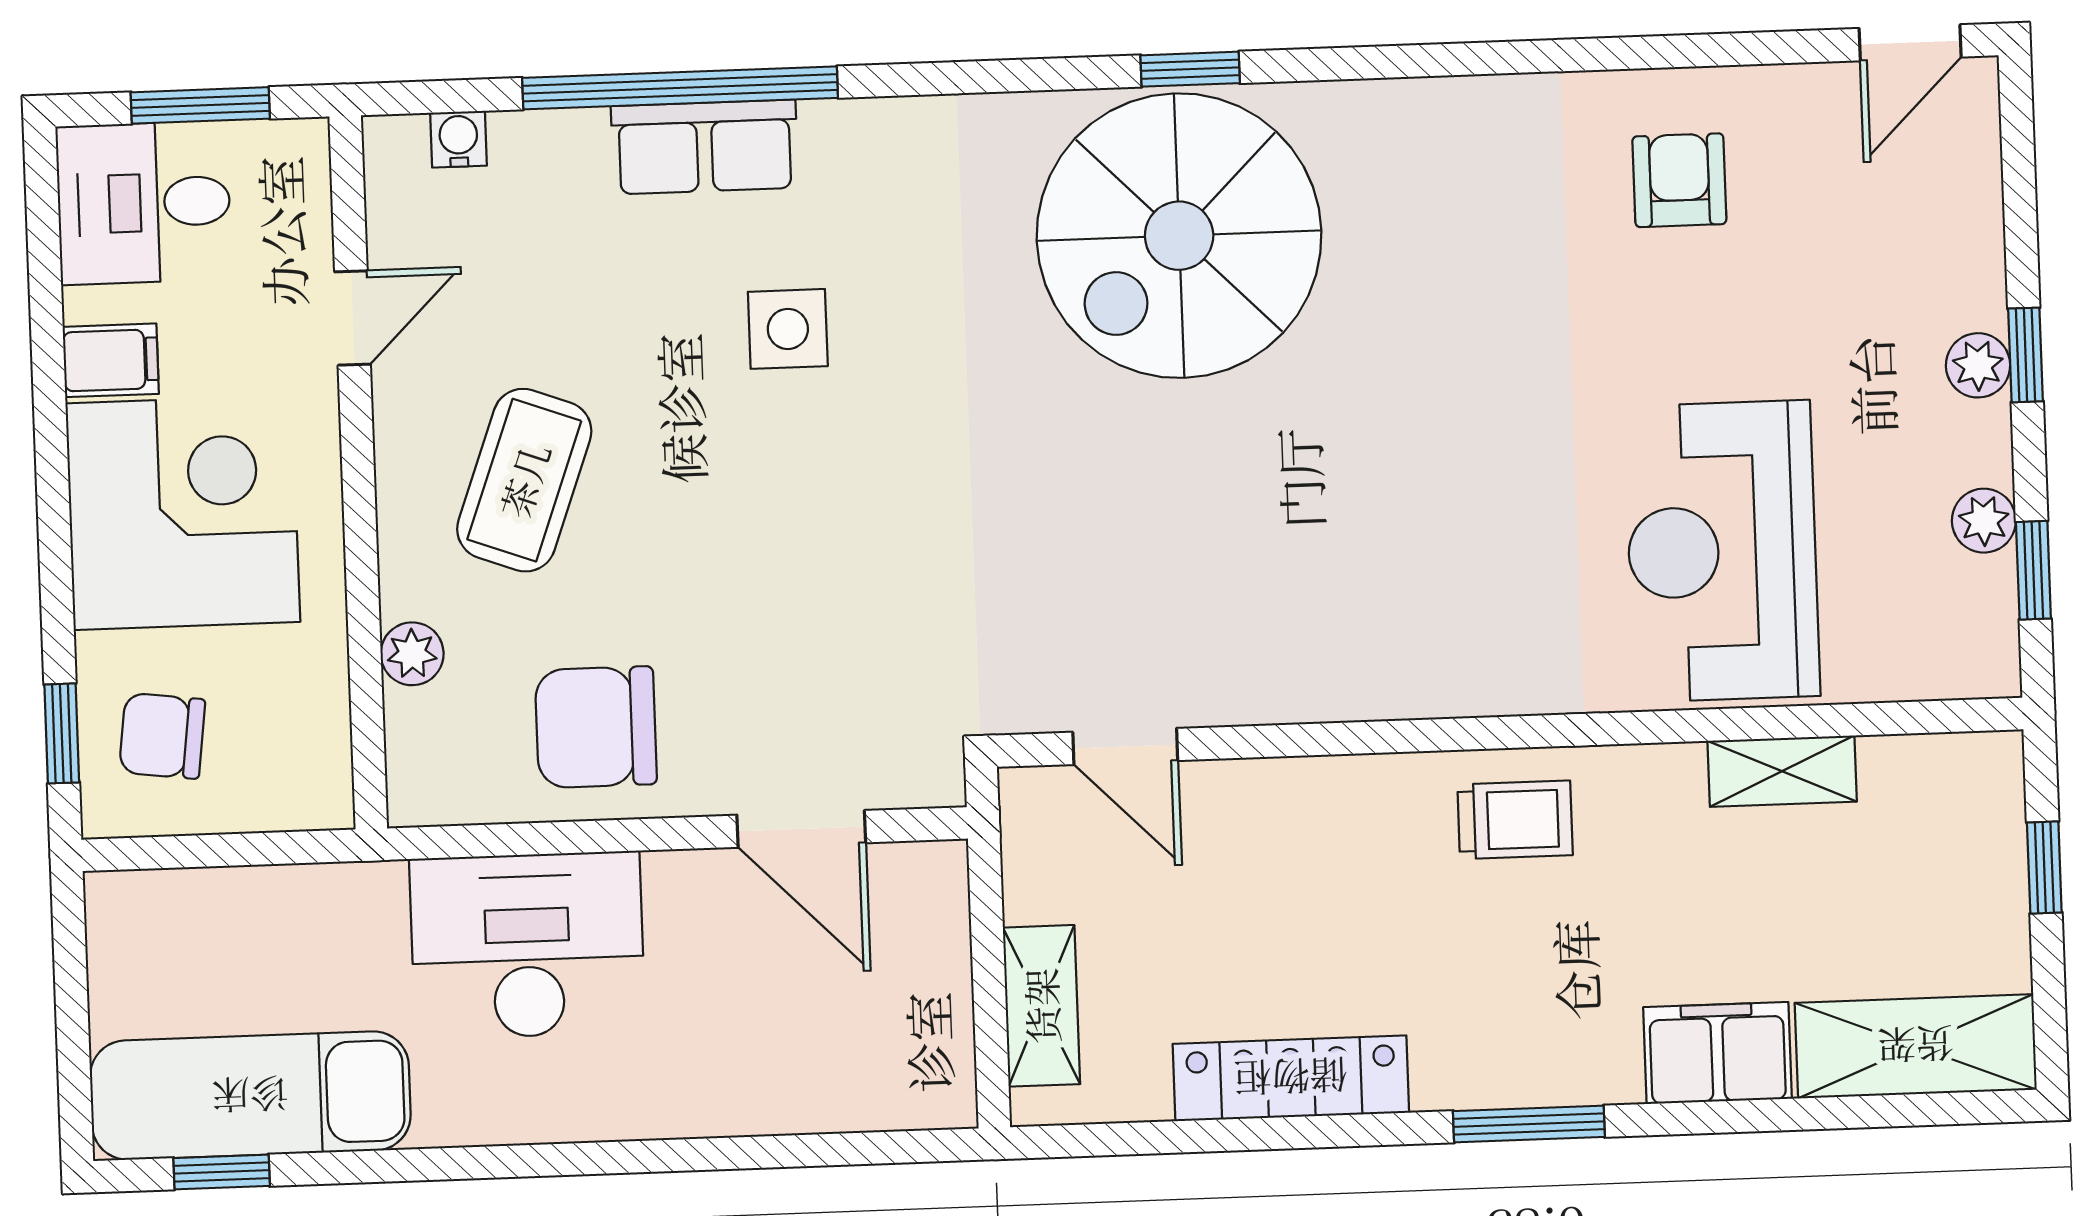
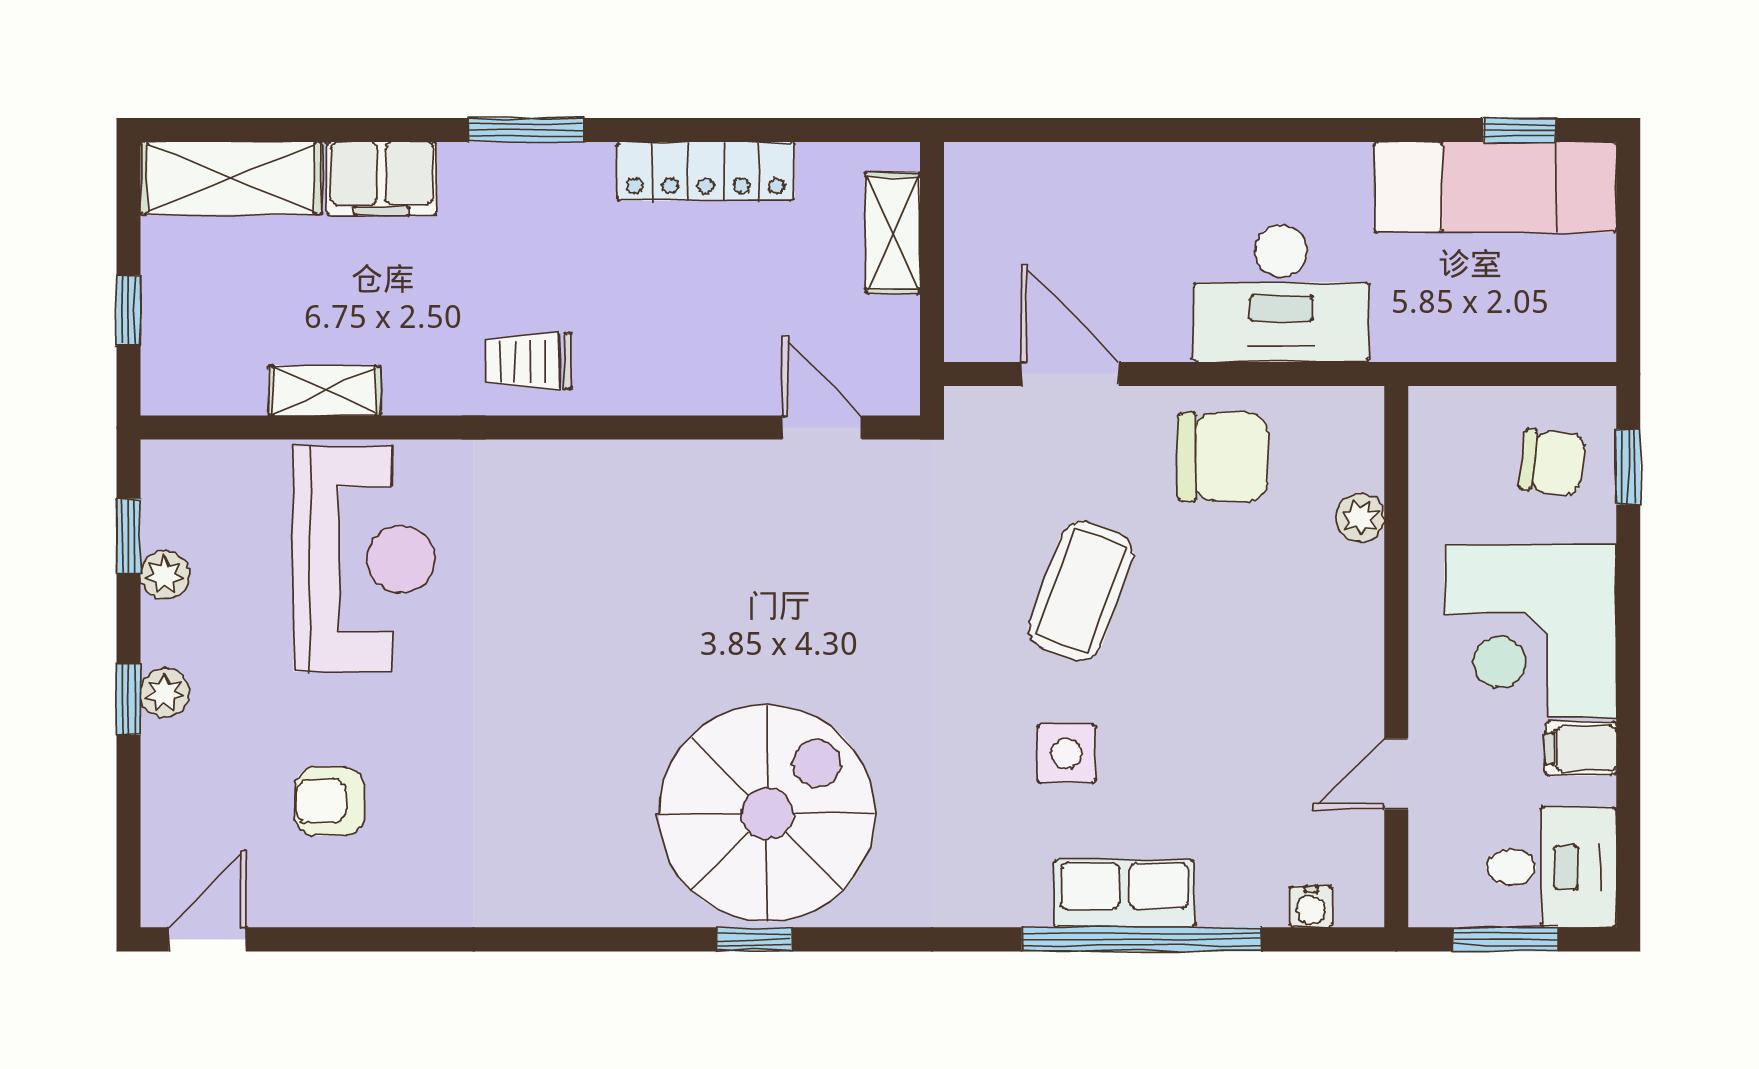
armchair: (1679, 180) -> (329, 801), moved, turned 90
coffee table: (524, 480) -> (1081, 591), moved

